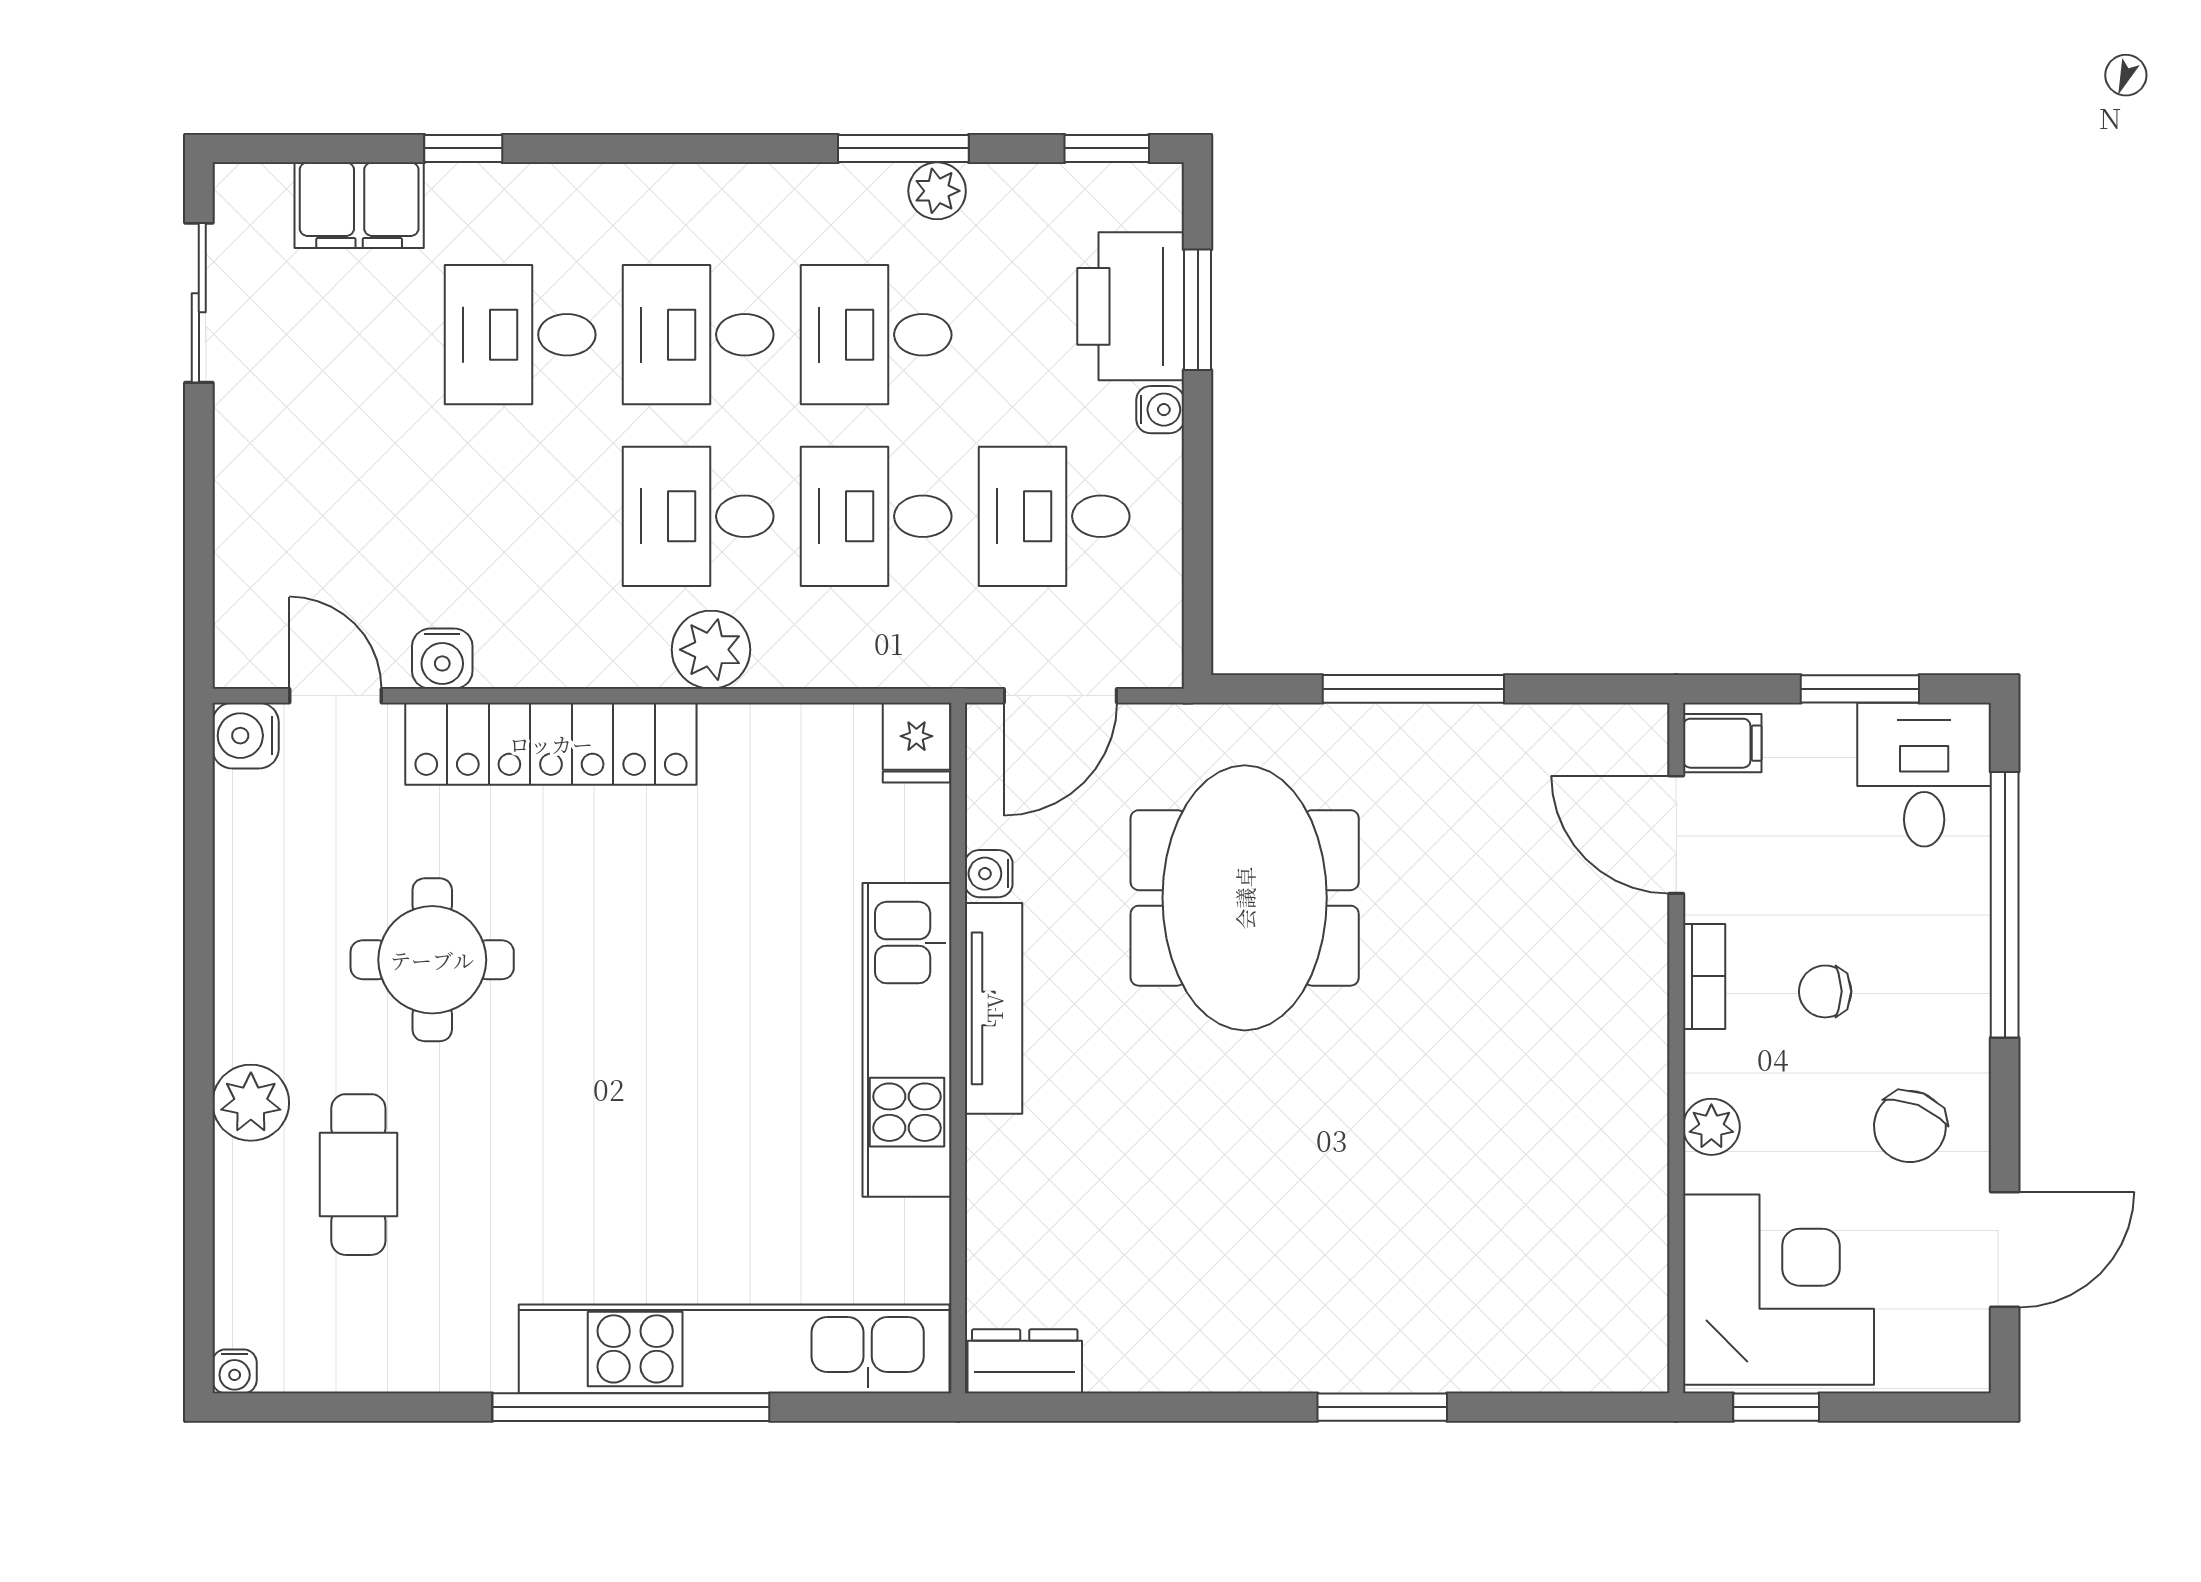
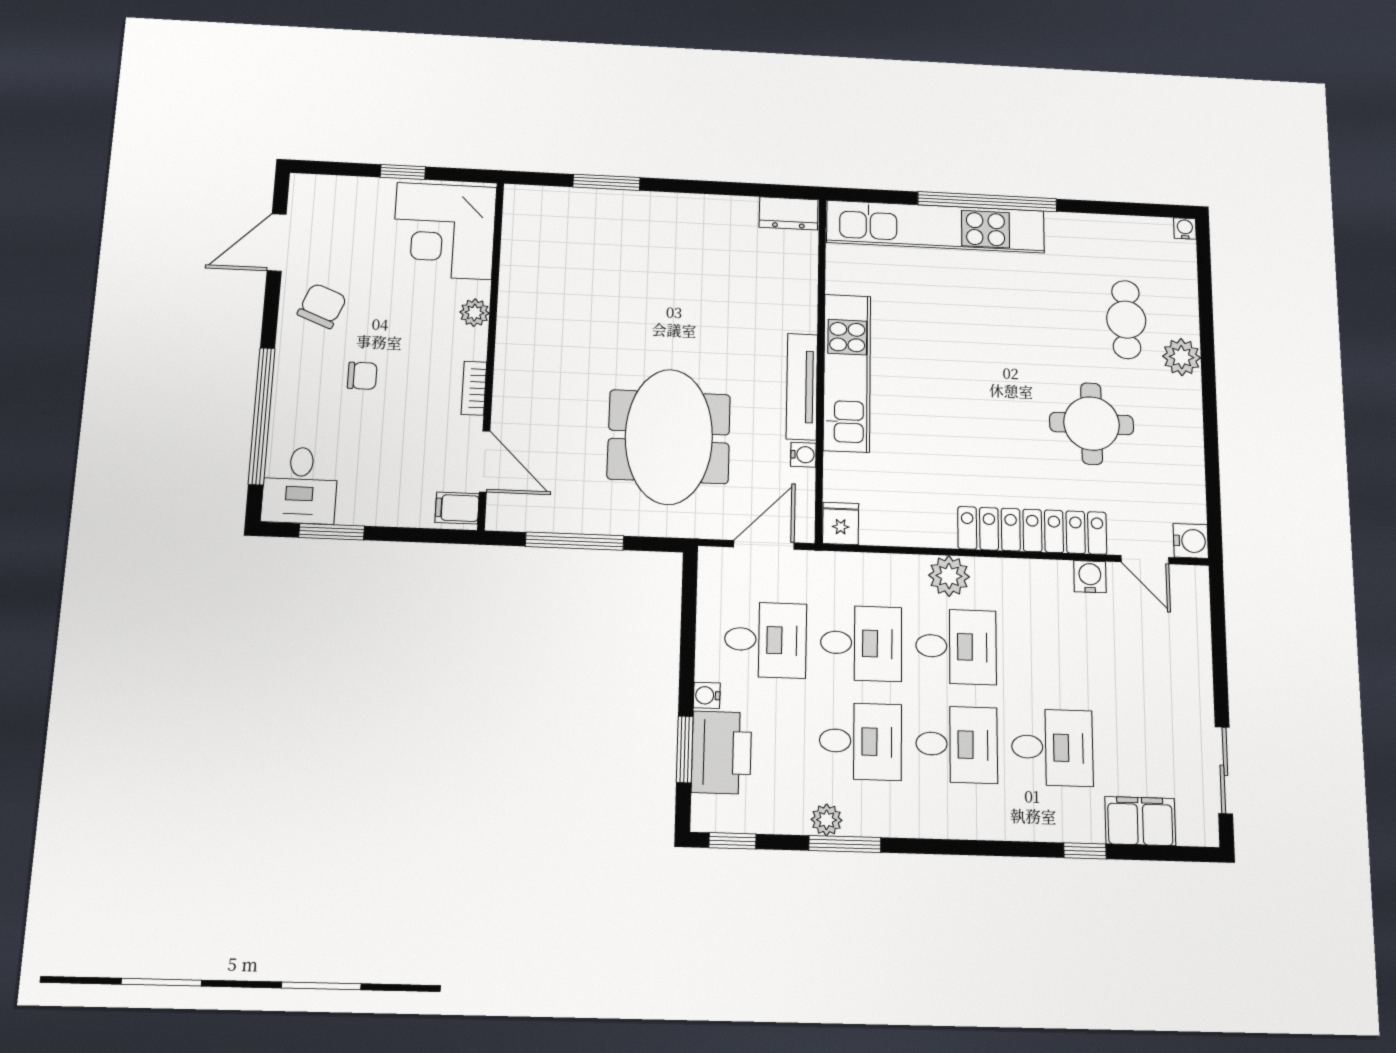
filing cabinet: (1722, 743) -> (457, 508), moved
door: (1676, 835) -> (485, 461), moved
bookcase: (1704, 976) -> (474, 388), moved
wall: (1676, 1048) -> (491, 353), moved
plant: (1711, 1127) -> (475, 313), moved
corner desk: (1778, 1290) -> (444, 231), moved

